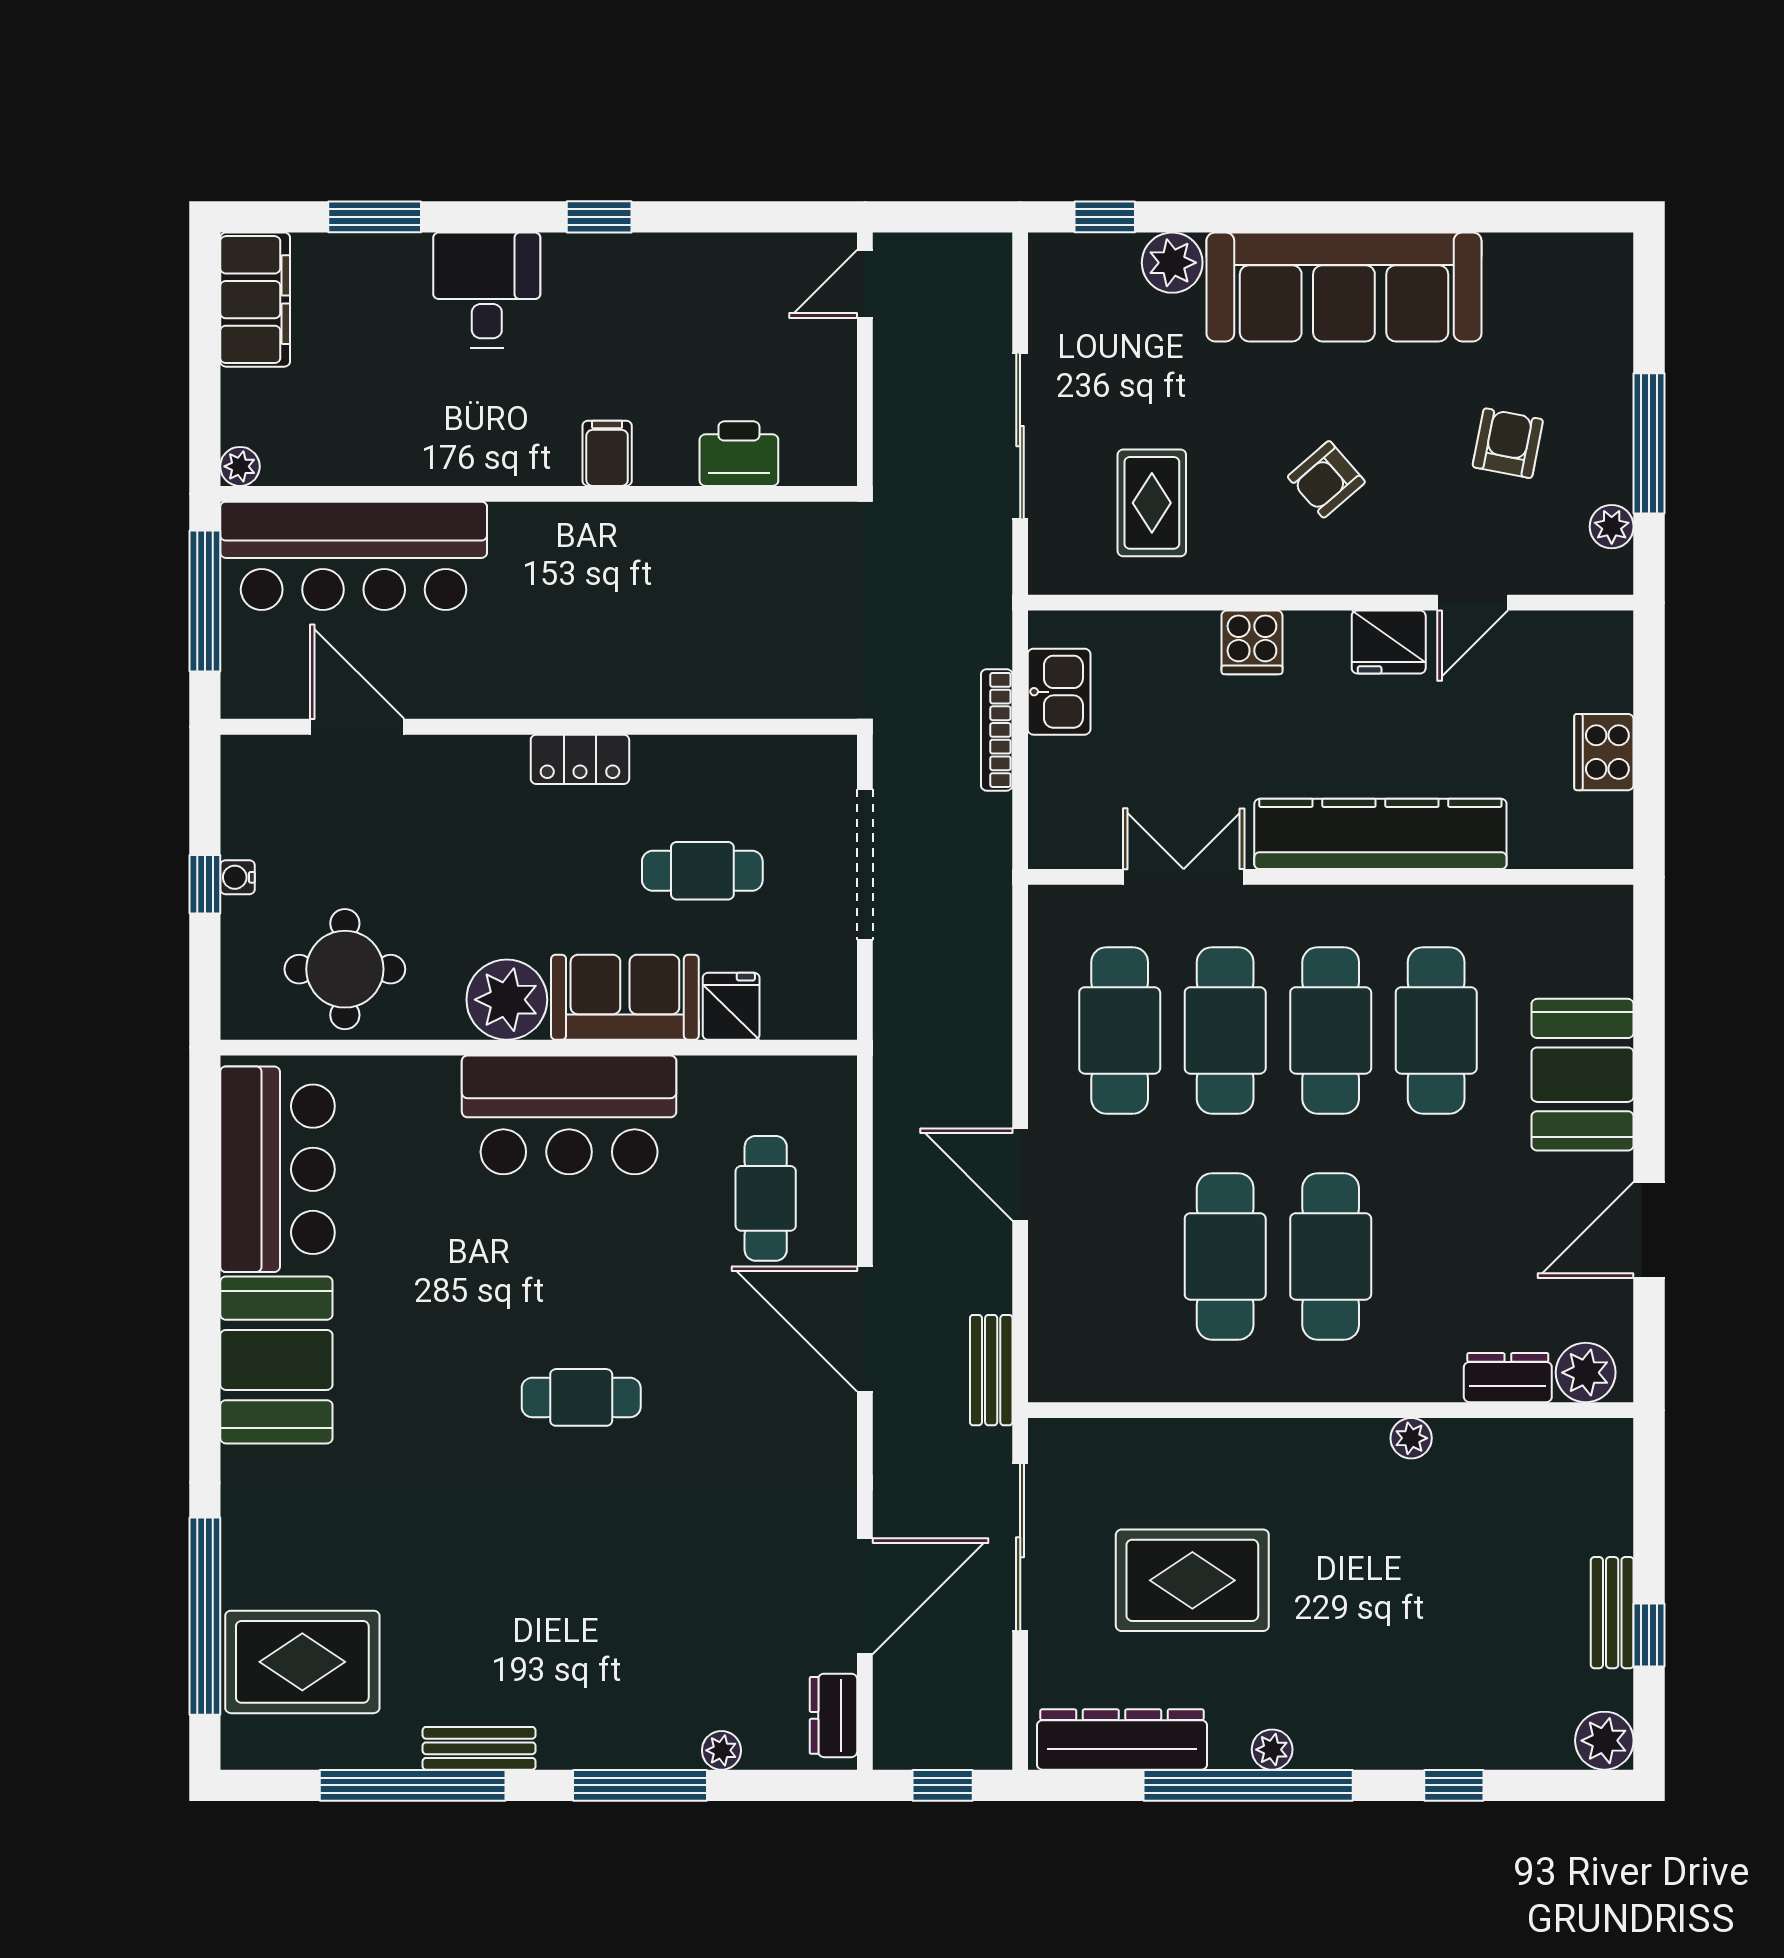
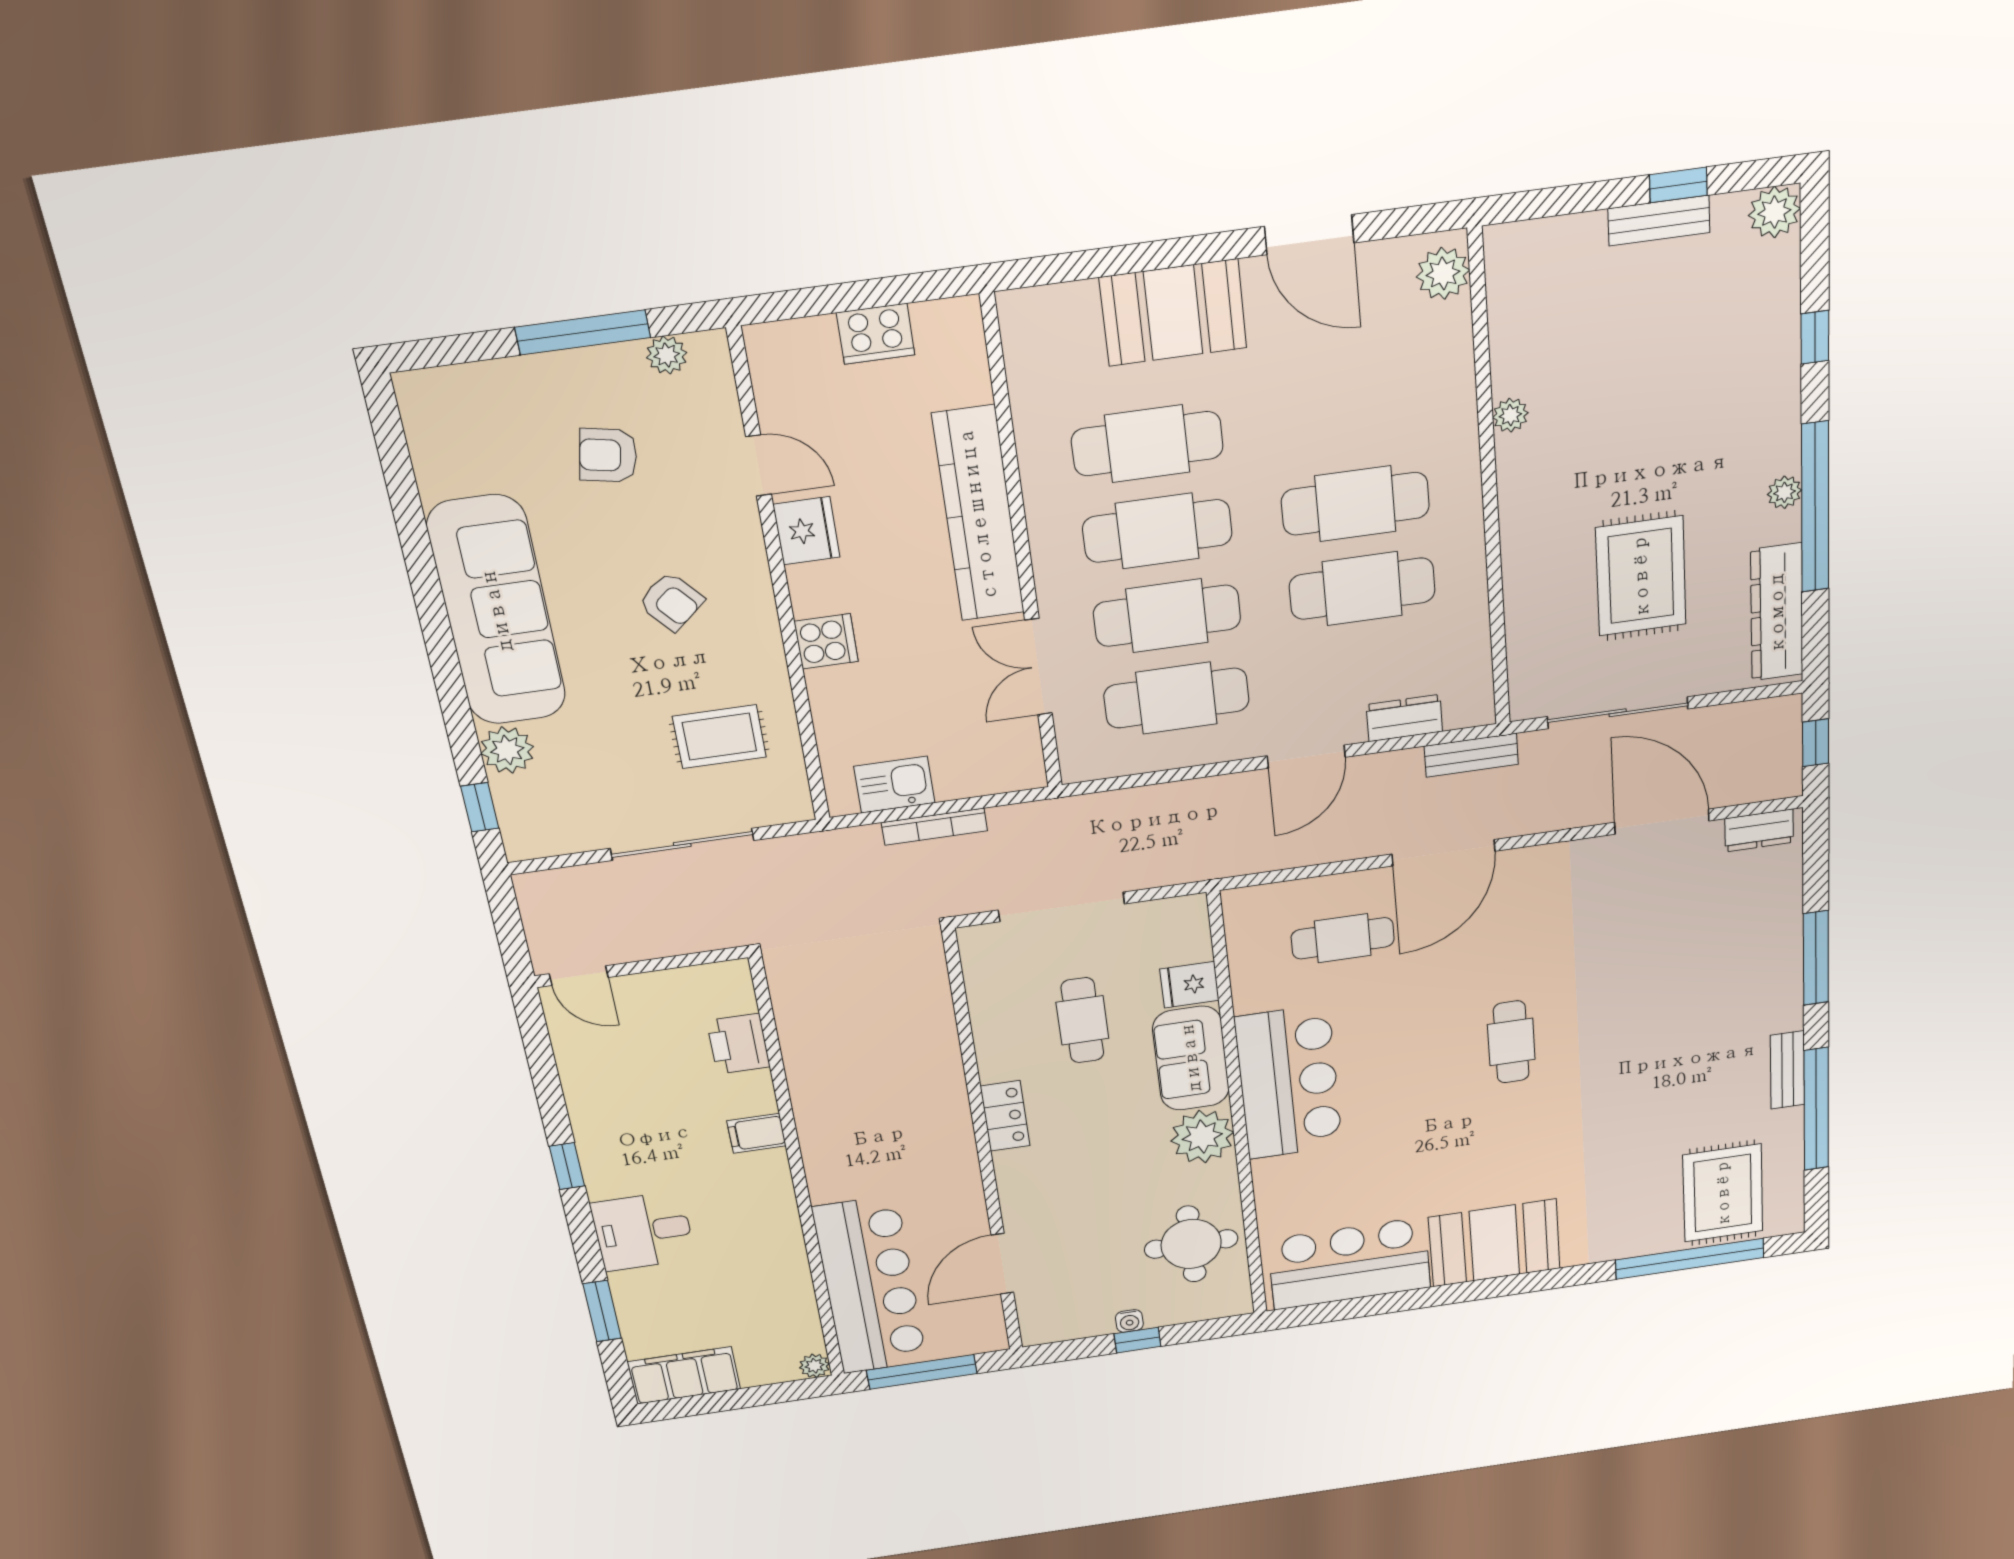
dresser: (1508, 1378) -> (1404, 718), moved, turned 90
plant: (721, 1750) -> (1788, 906), removed

